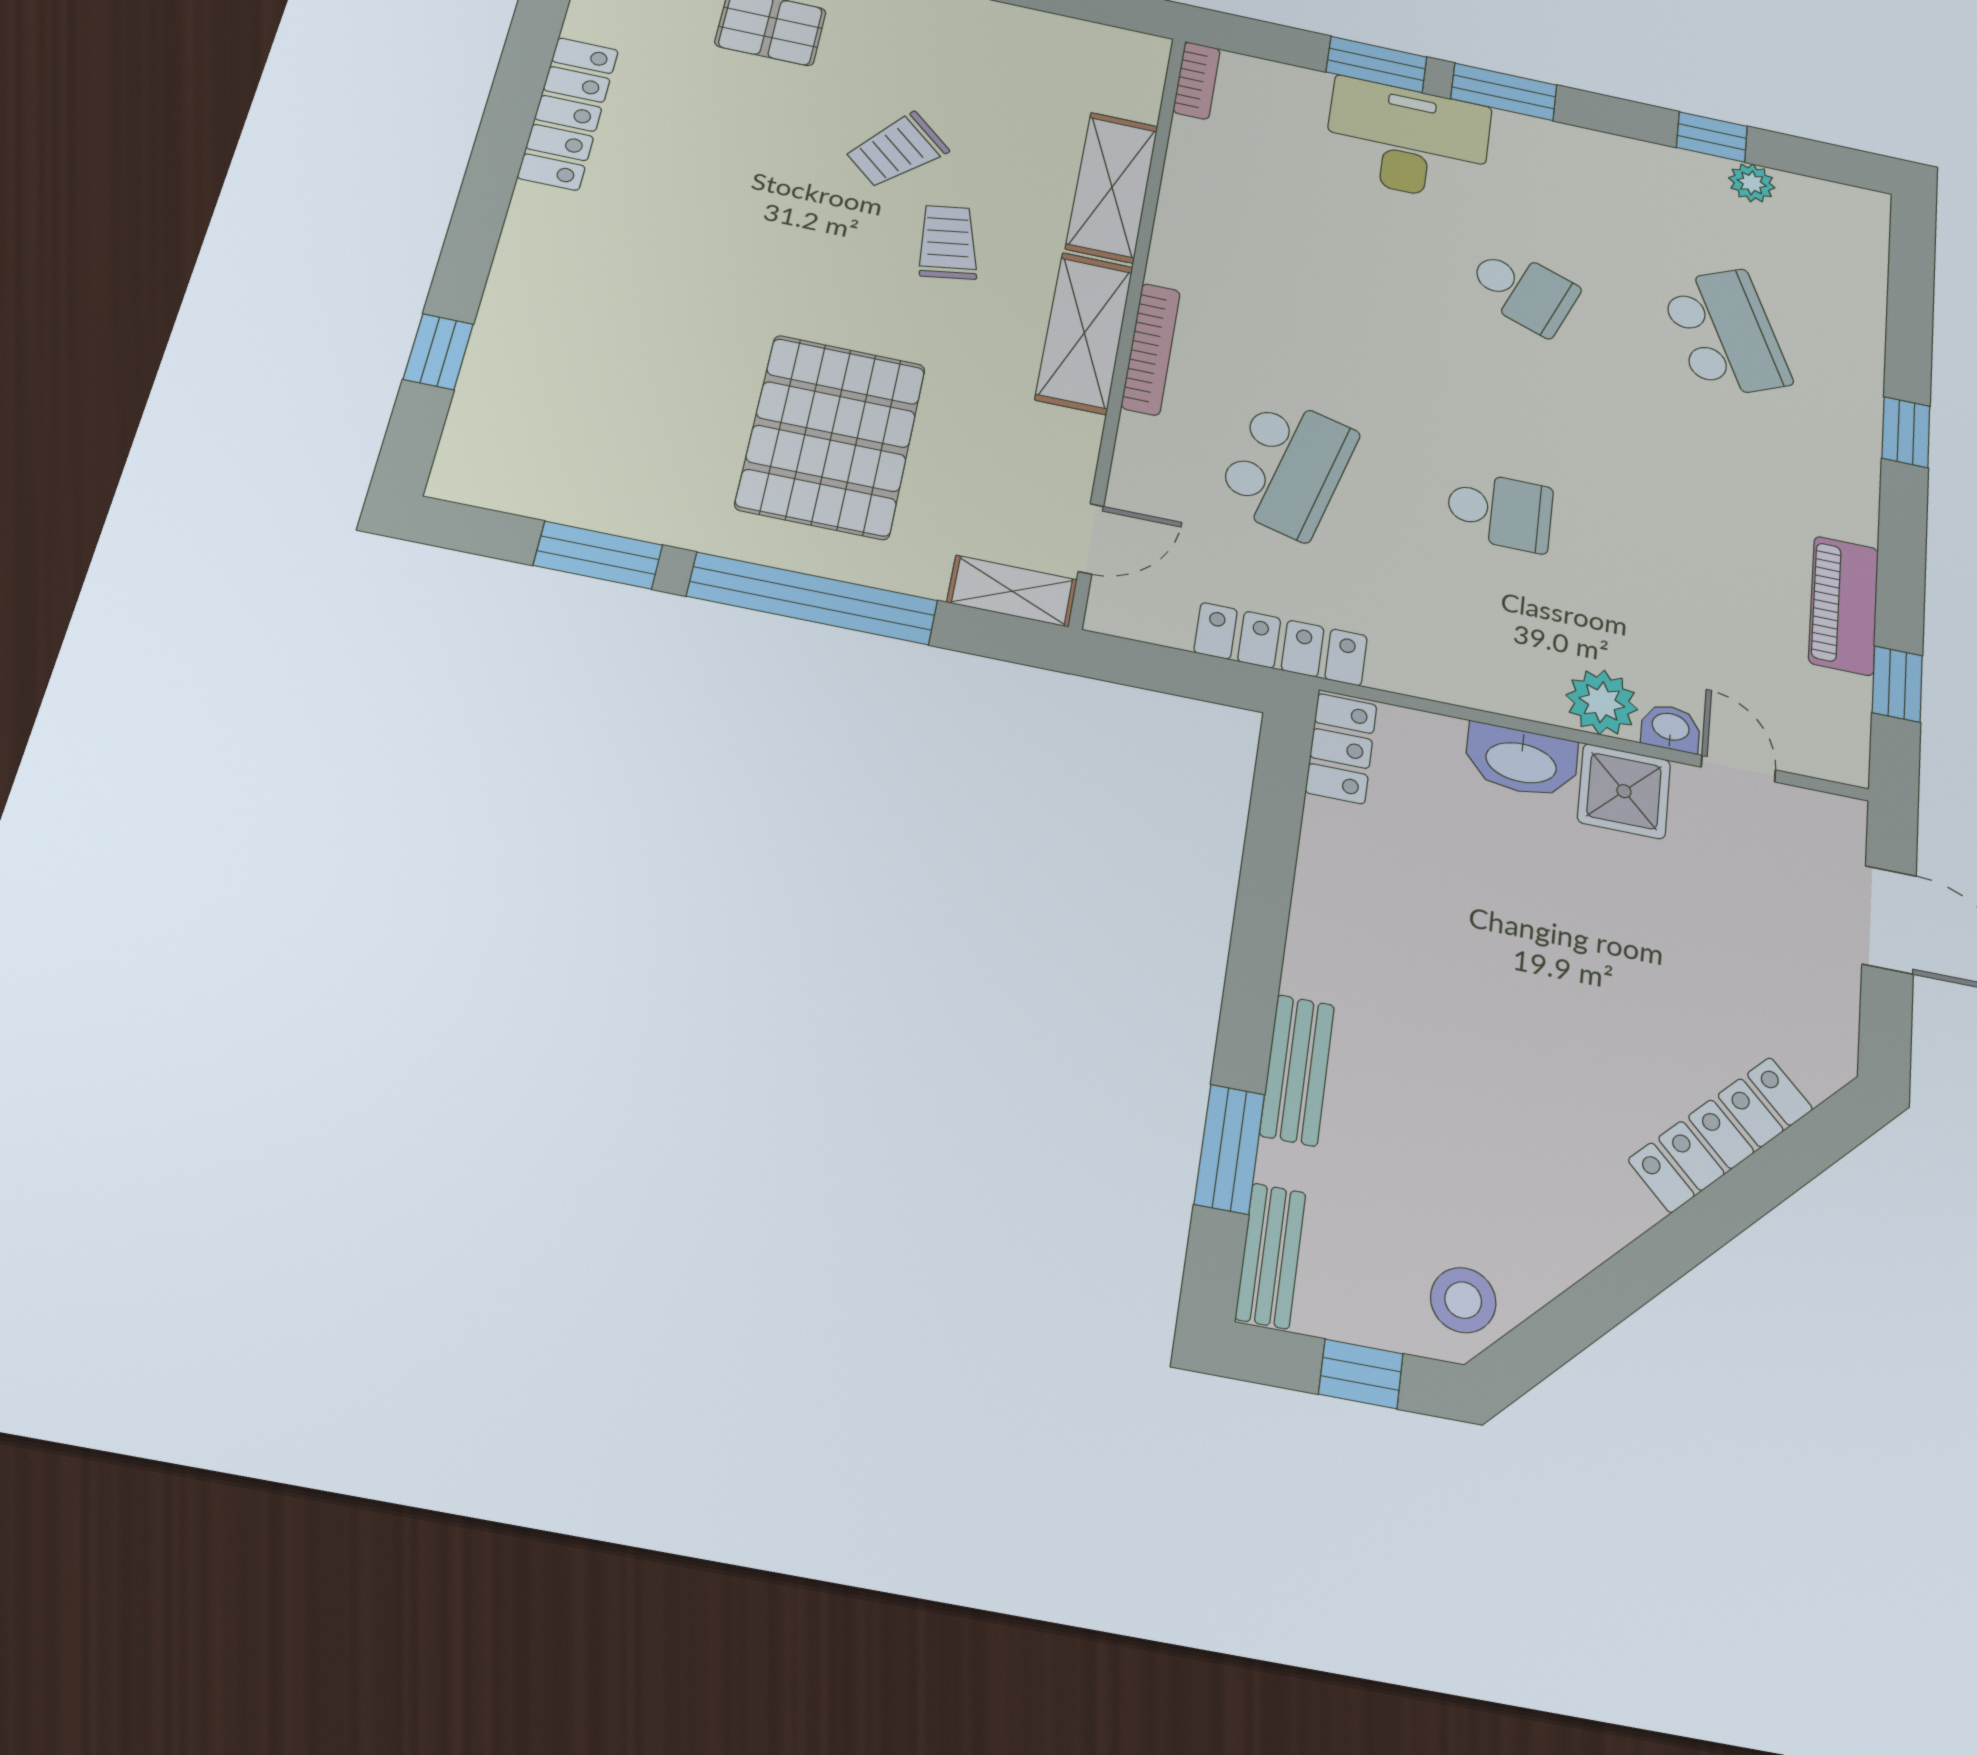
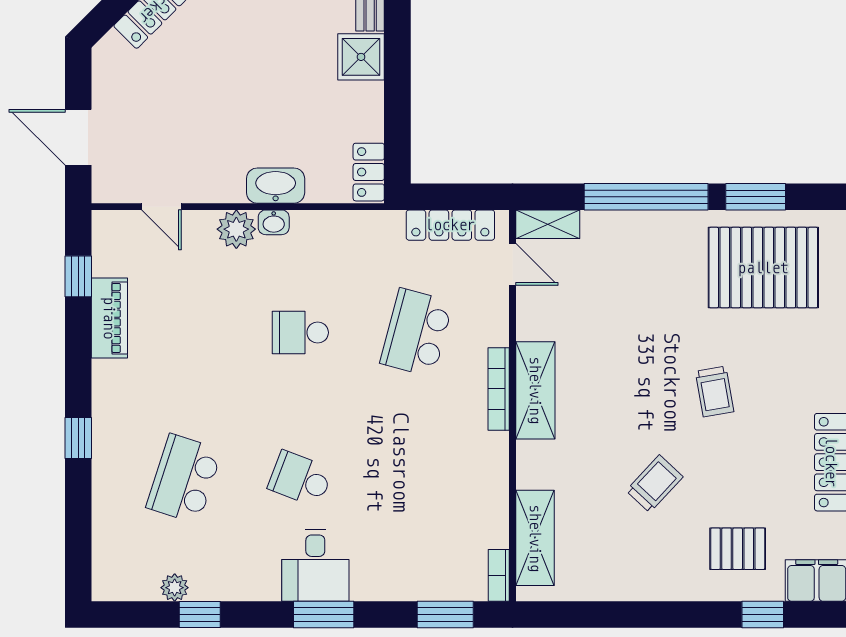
window: (1377, 64) -> (445, 615), moved
desk: (1408, 140) -> (315, 565), moved, width x0.73
shelving: (1112, 187) -> (535, 538), moved
trolley: (948, 242) -> (715, 392), moved
school desk: (1725, 333) -> (184, 479), turned 42
pallet: (831, 436) -> (763, 268), moved, turned 90
door: (1091, 539) -> (513, 264), swing flipped
locker: (1281, 644) -> (450, 225), moved
washbasin: (1671, 728) -> (274, 222), moved
shower: (1624, 791) -> (361, 57), moved

